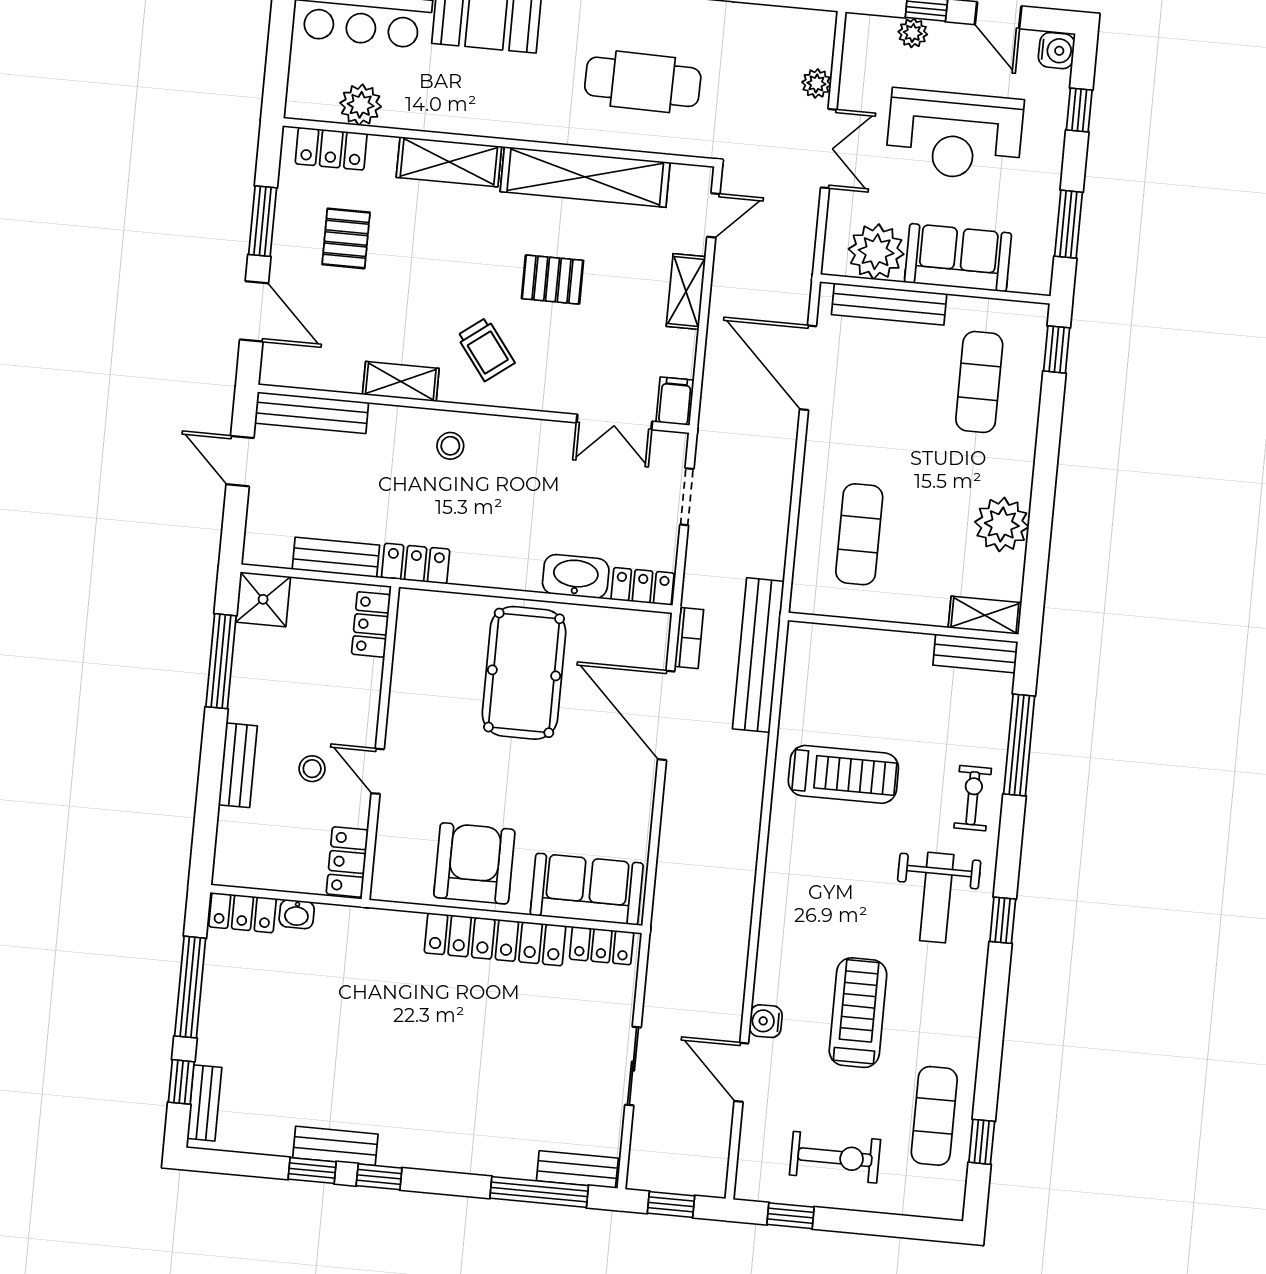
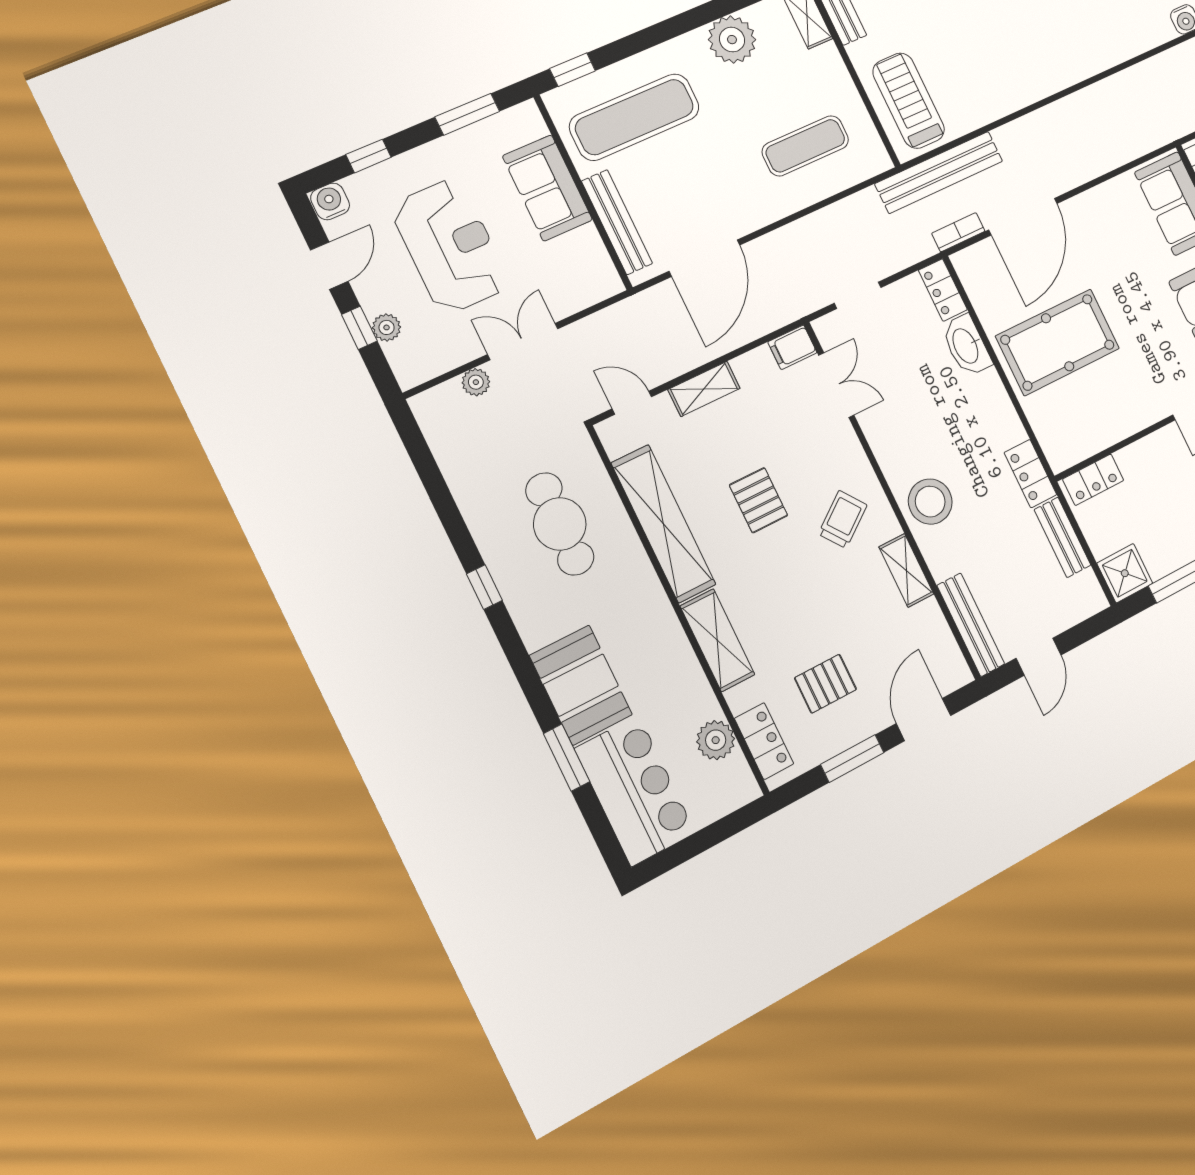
plant: (876, 252) -> (582, 256), removed
exercise mat: (979, 382) -> (634, 117), width x1.36, depth x1.45
stool: (450, 446) -> (930, 502), width x1.89, depth x1.89
treadmill: (843, 774) -> (909, 101), moved

